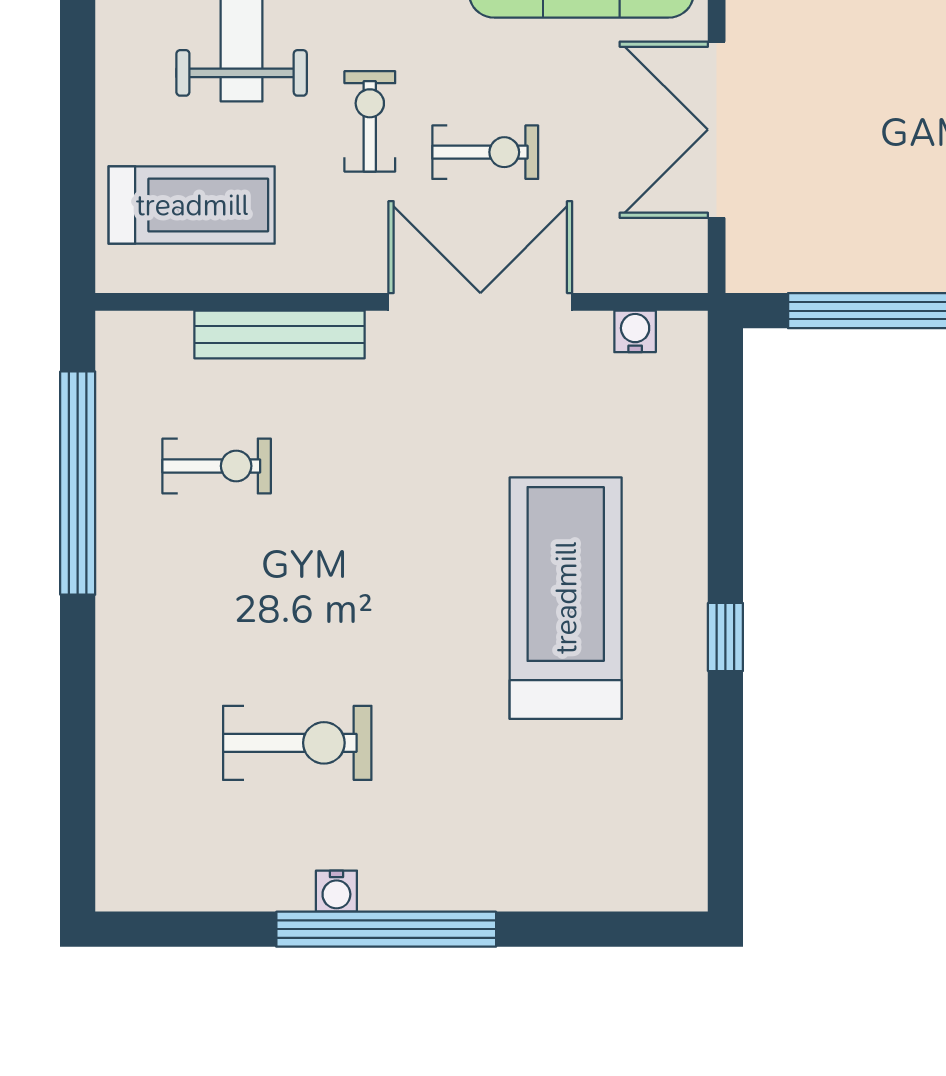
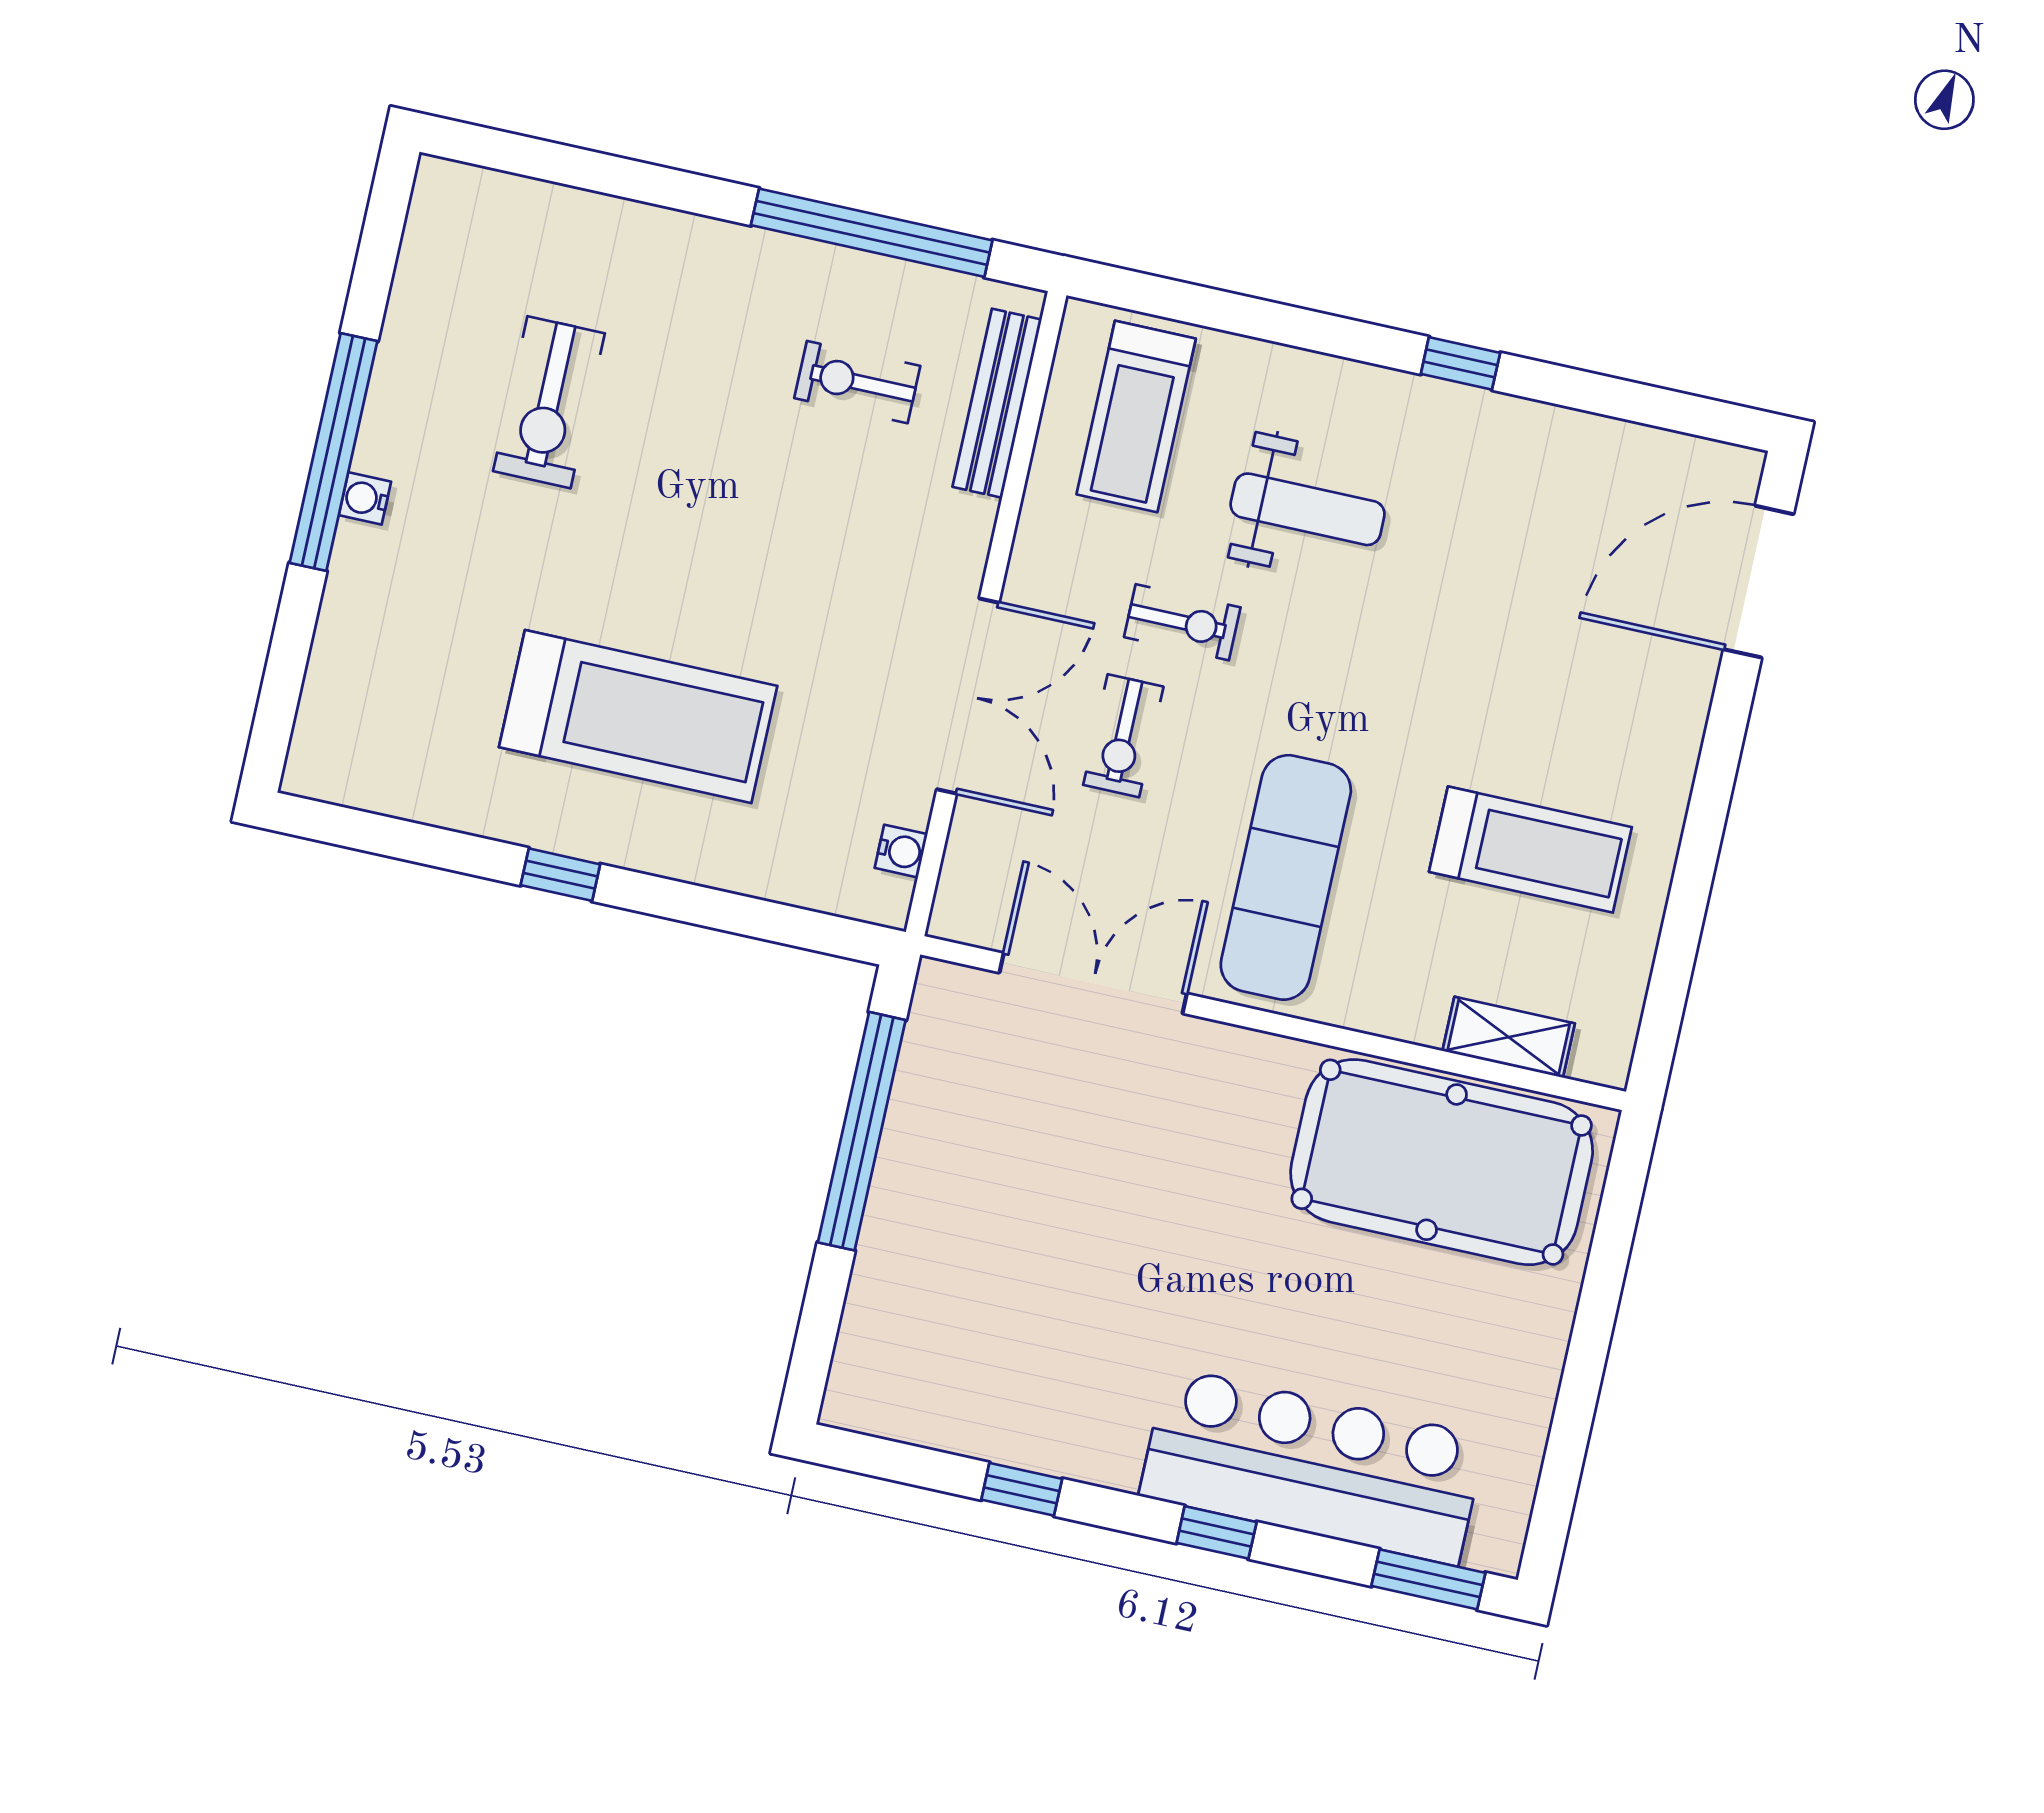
bench: (280, 334) -> (997, 403), moved
exercise bike: (217, 466) -> (857, 382), turned 90
water cooler: (336, 891) -> (365, 498), moved

